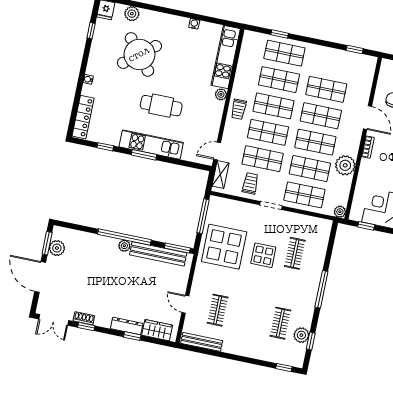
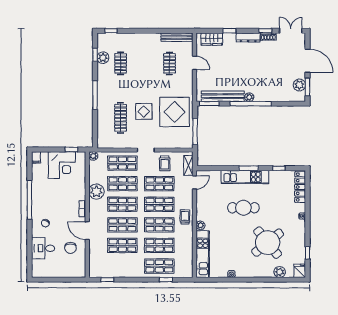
clothes rail: (295, 253) -> (121, 118), width x1.36
dresser: (127, 326) -> (248, 37), moved

